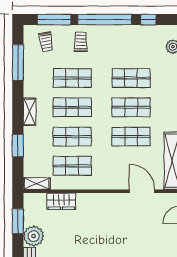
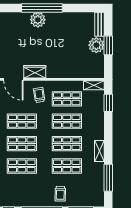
trolley: (46, 42) -> (39, 95), moved
shelving: (30, 112) -> (99, 151), moved
window: (18, 146) -> (108, 103), moved
wardrobe: (61, 201) -> (35, 72), moved
window: (18, 221) -> (108, 45), moved

